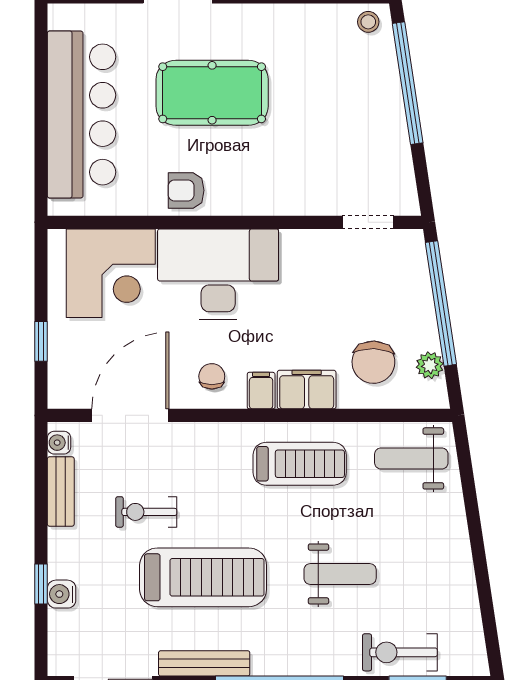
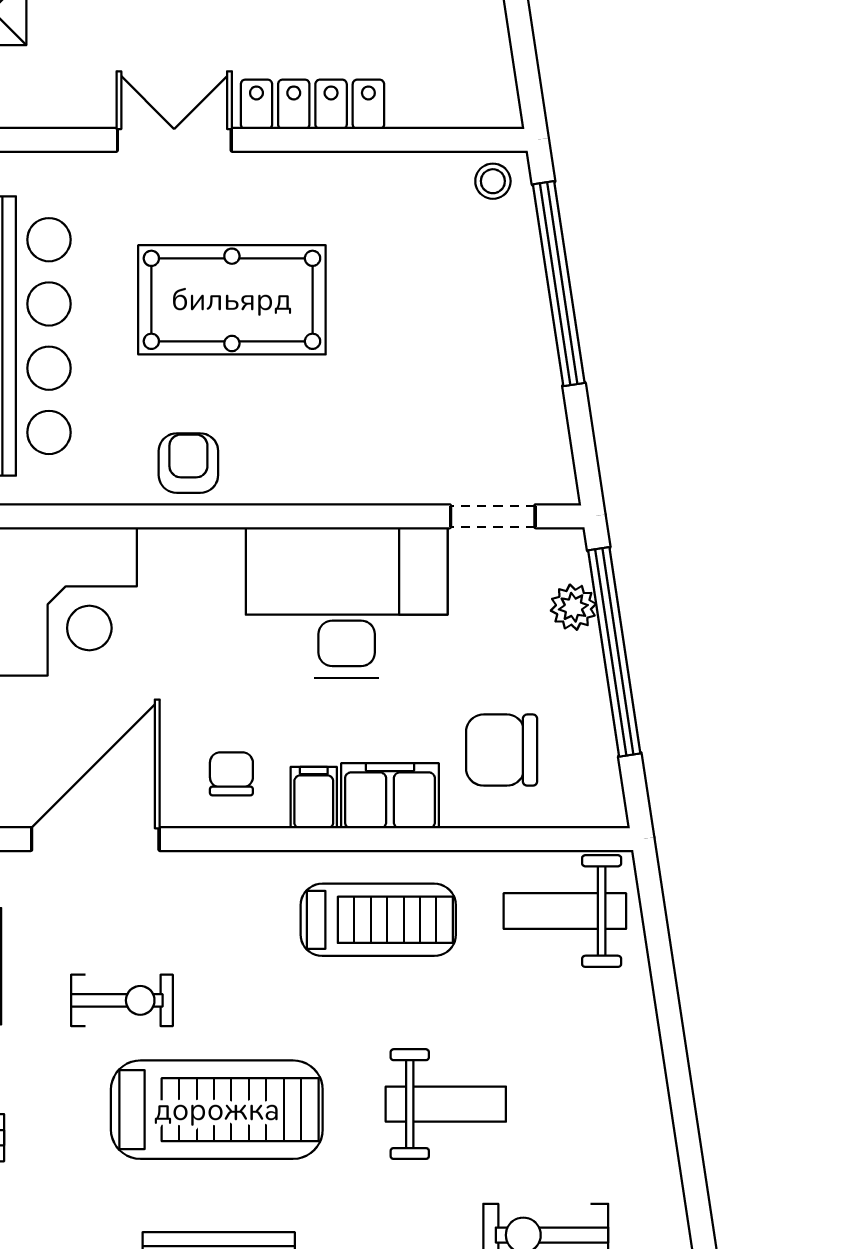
armchair: (186, 190) -> (188, 463), turned 90
desk: (218, 274) -> (347, 603), moved
chair: (373, 362) -> (502, 750), turned 88
plant: (430, 365) -> (573, 607), moved
exercise bike: (146, 512) -> (122, 1000), turned 180

